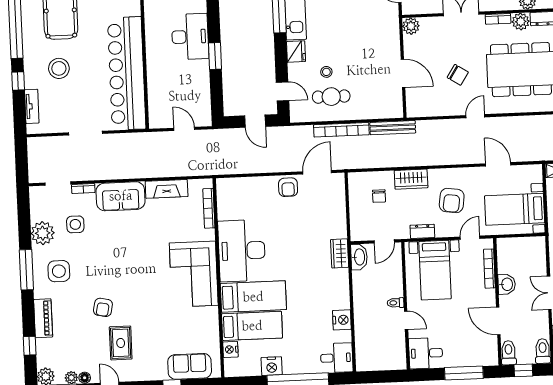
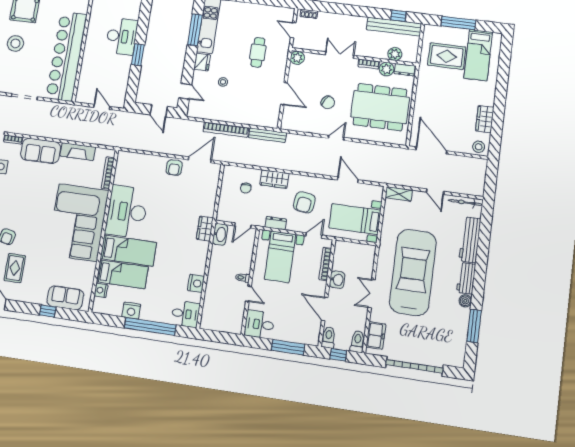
cafe table: (331, 97) -> (258, 52), moved, turned 90
corner sofa: (194, 274) -> (78, 222), width x1.36, depth x1.36

